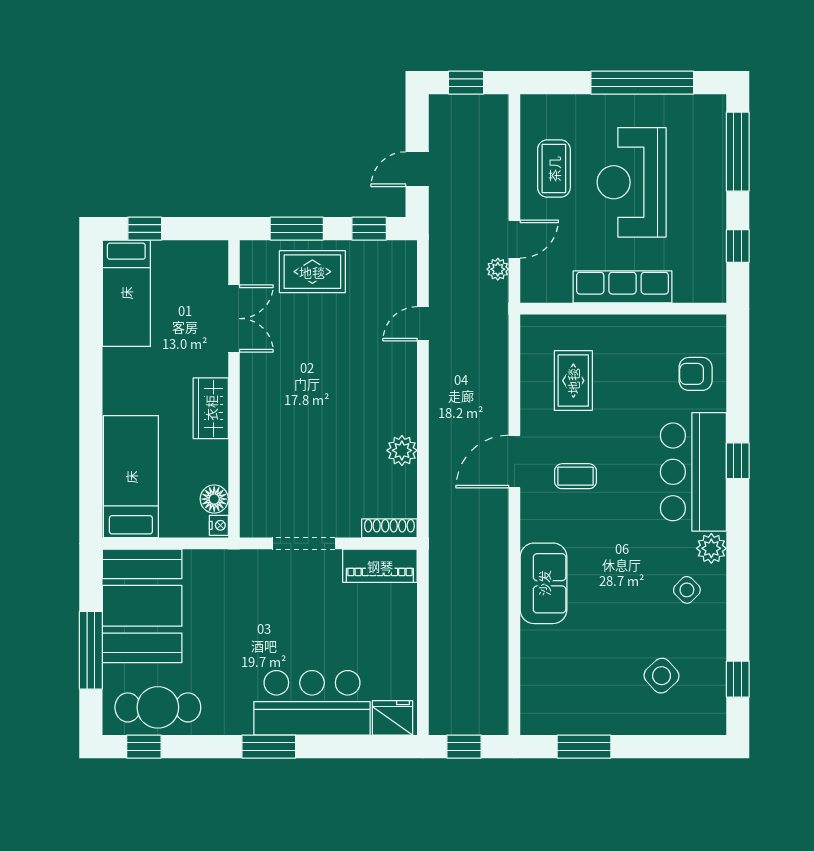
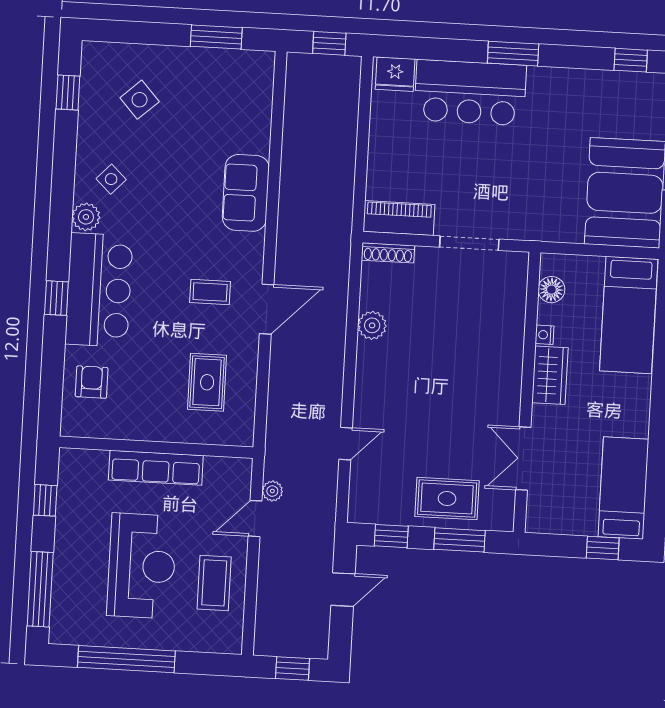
armchair: (696, 374) -> (92, 382), turned -90
nightstand: (219, 525) -> (545, 335), moved
cafe table: (158, 707) -> (616, 96), removed

